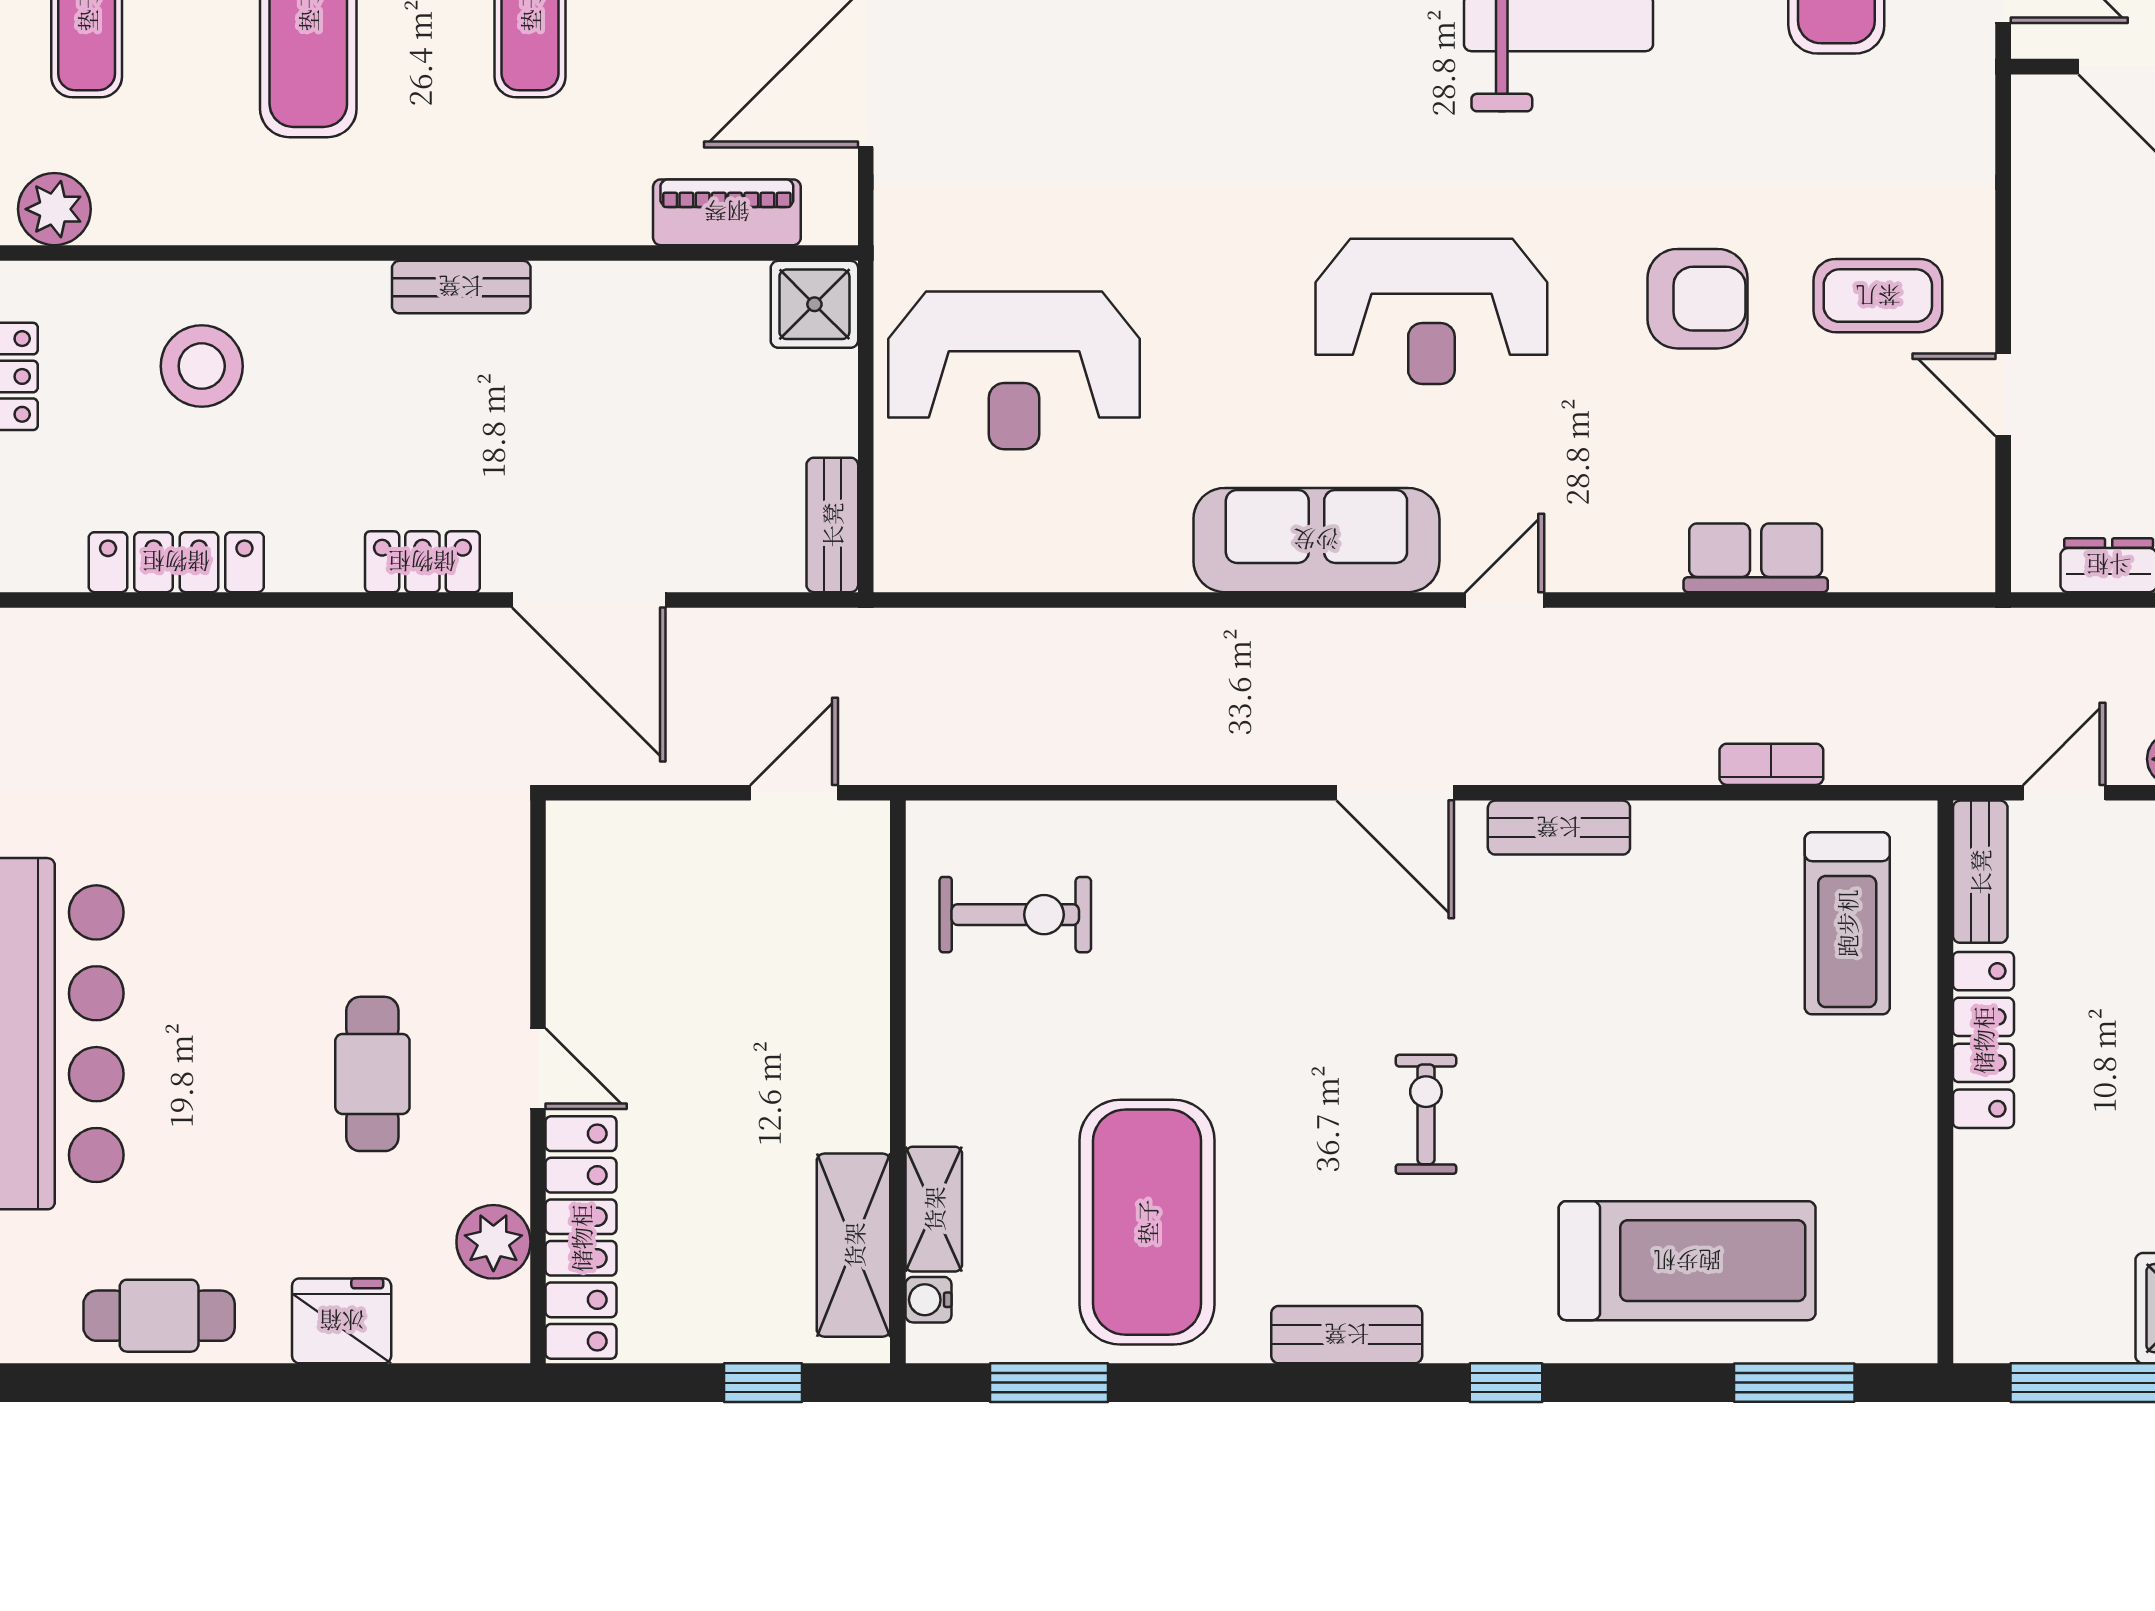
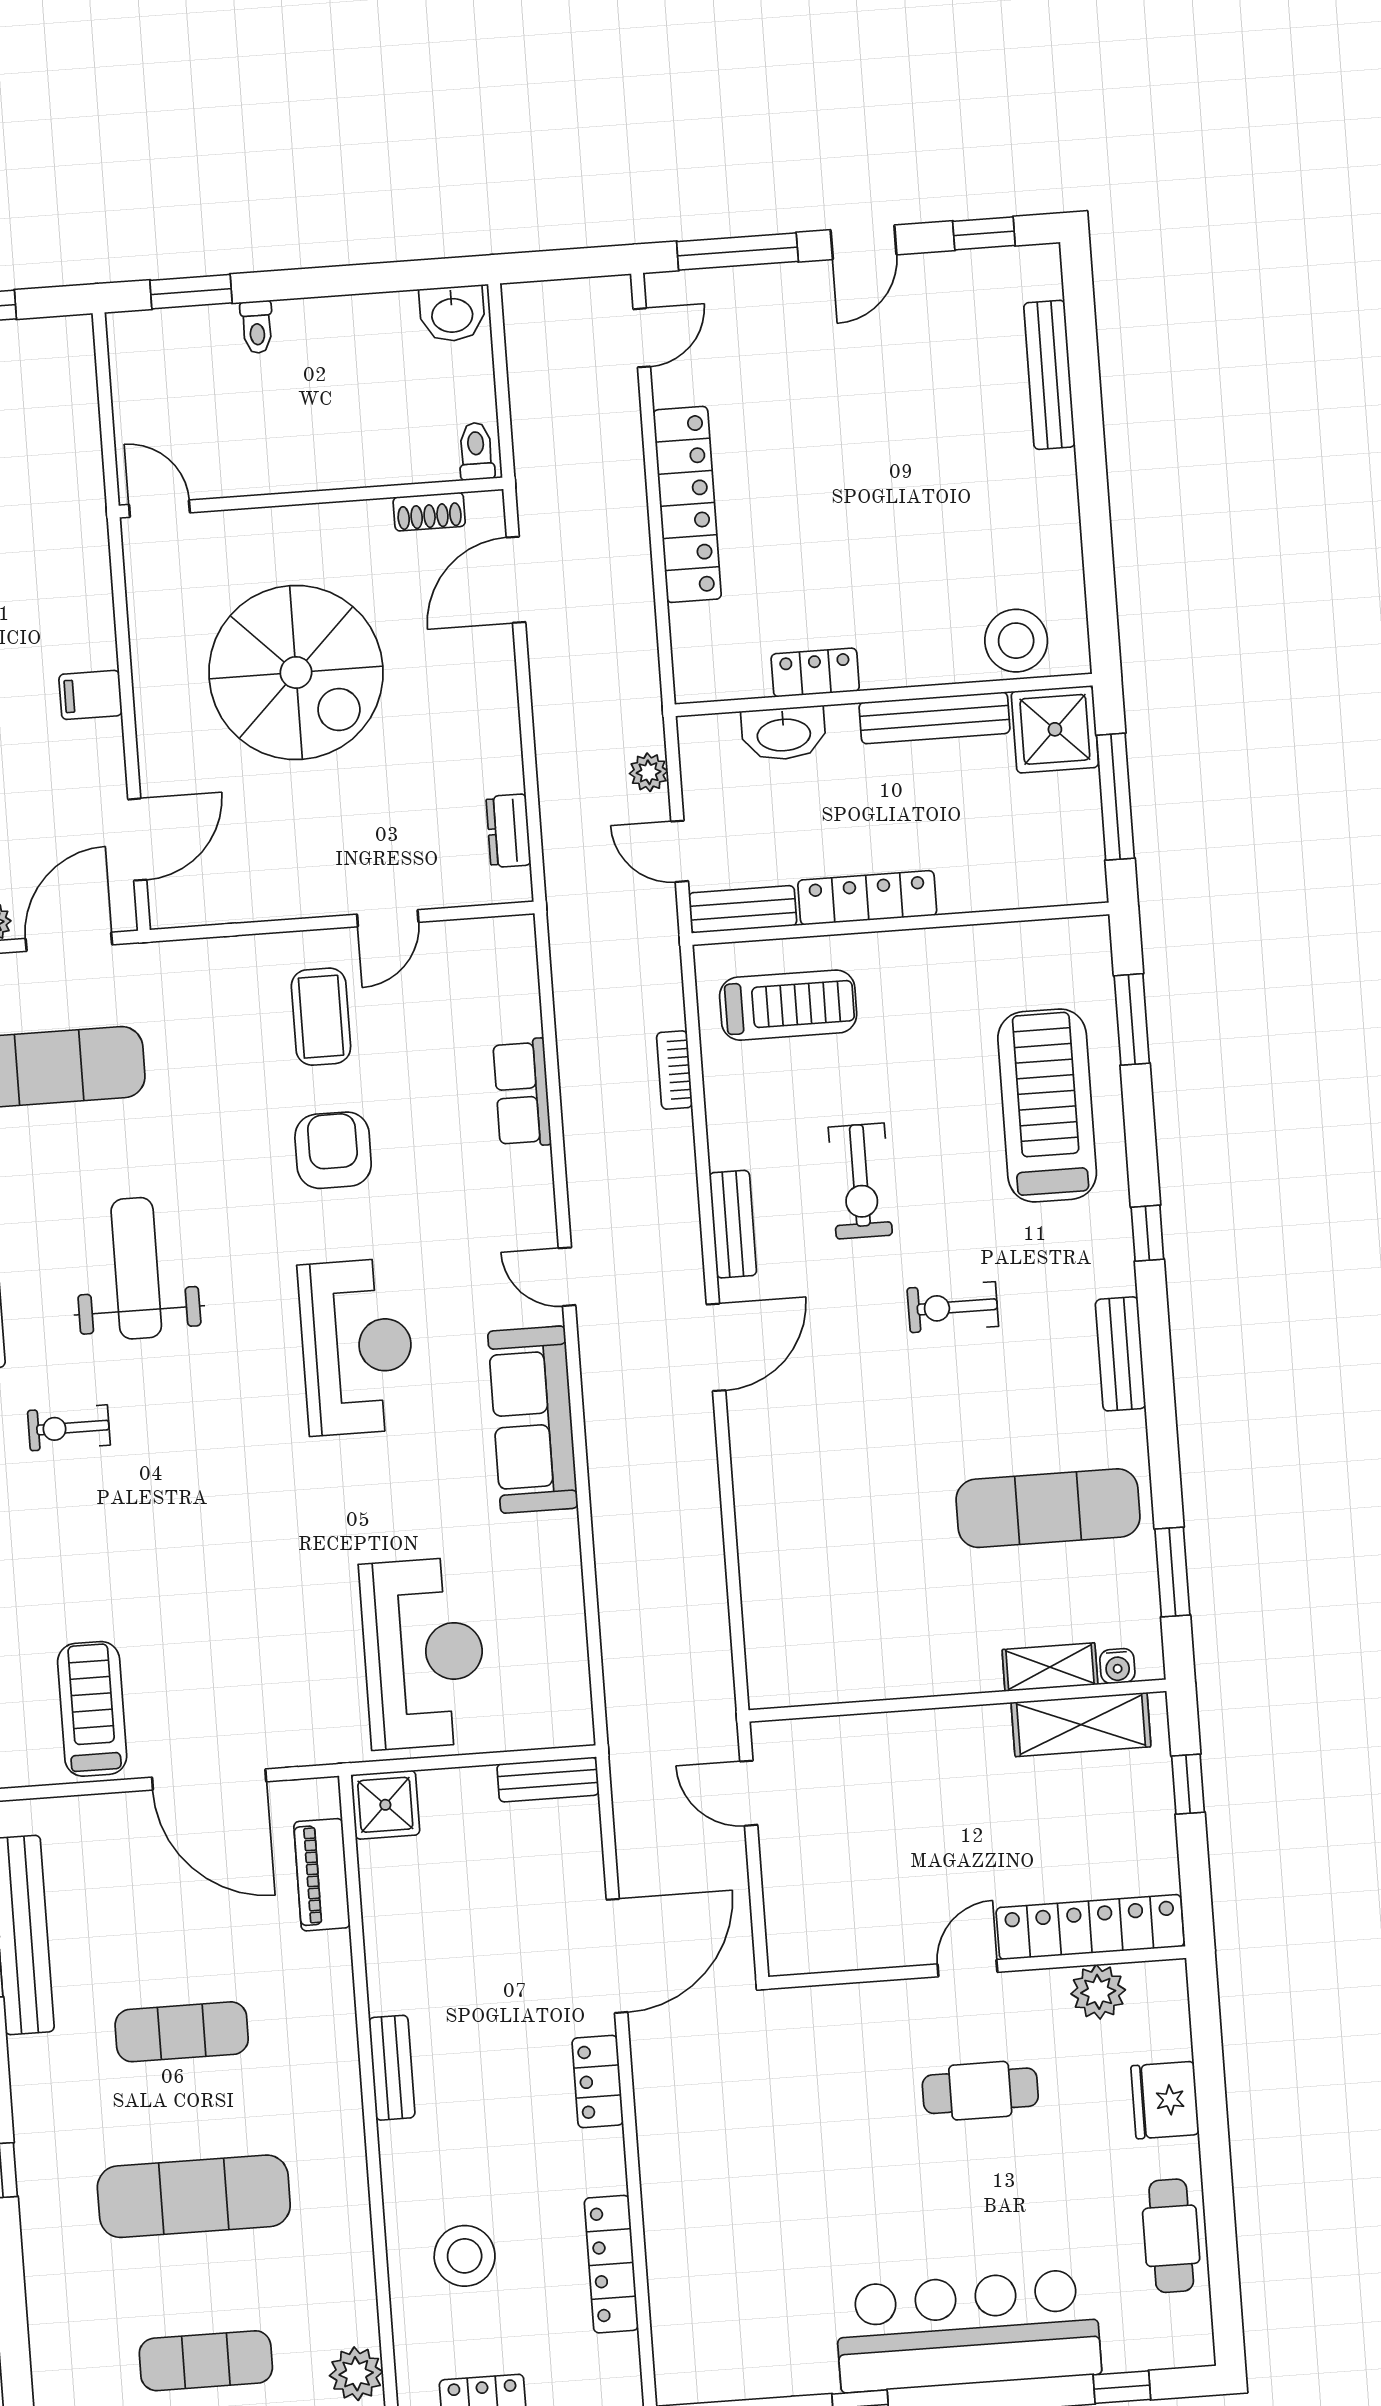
exercise bike: (1015, 915) -> (860, 1181), moved, turned 180
exercise mat: (1147, 1222) -> (1048, 1508), width x0.68

